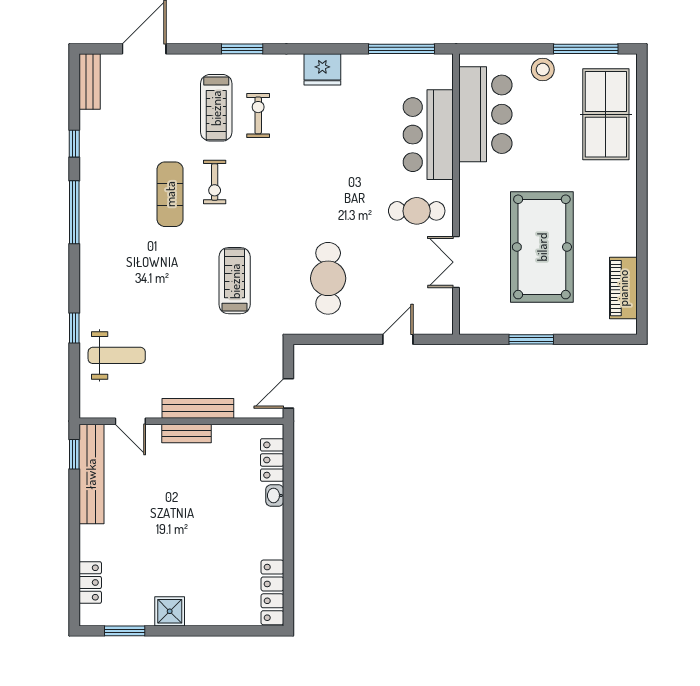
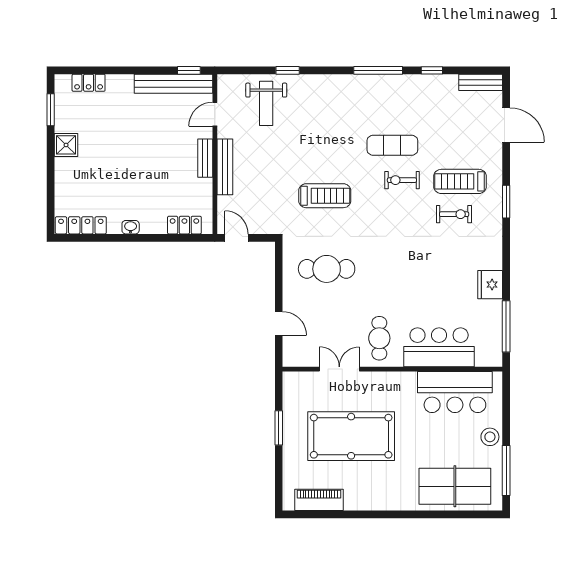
fridge: (322, 69) -> (490, 285), moved
washbasin: (275, 495) -> (131, 227), moved

